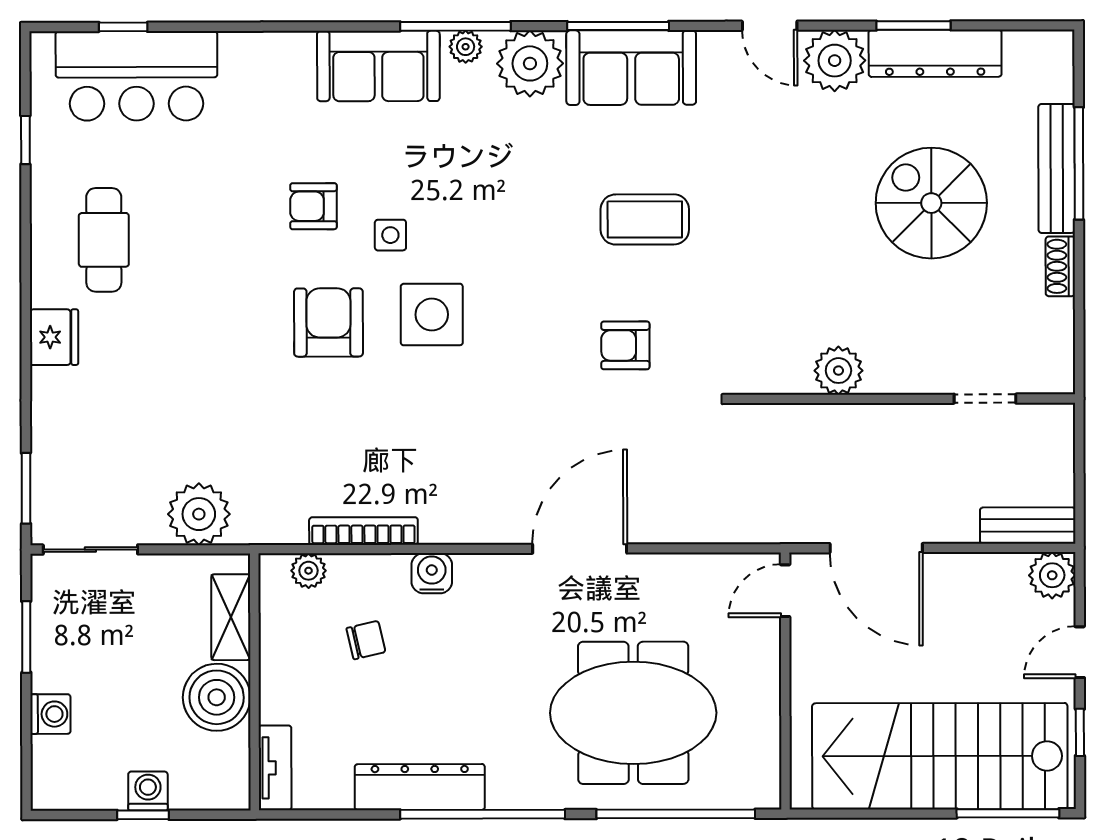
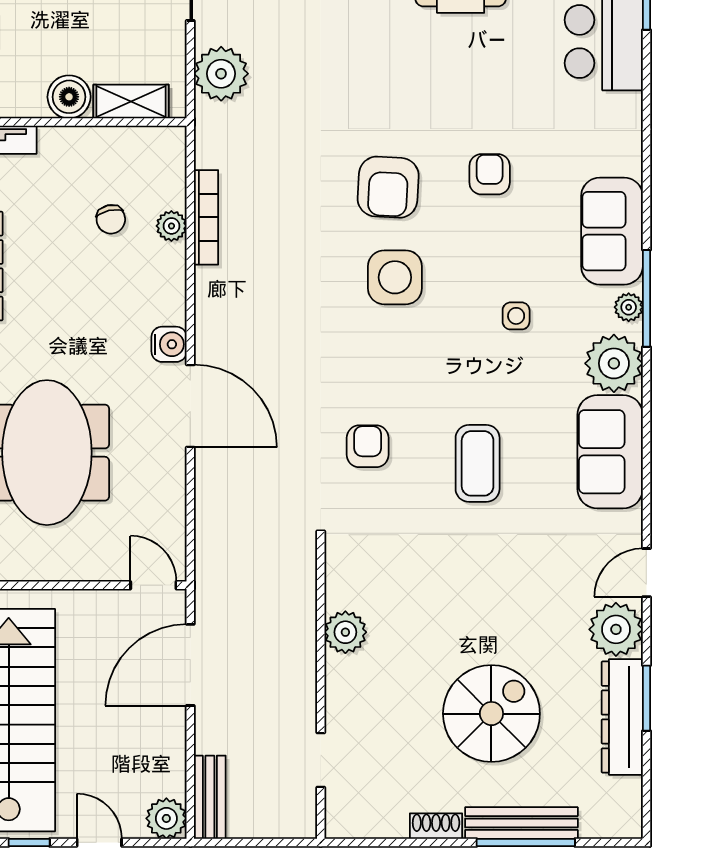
window: (618, 26) -> (646, 440), removed
side table: (390, 235) -> (516, 316), moved
armchair: (328, 322) -> (388, 187), turned 93
plant: (309, 571) -> (171, 226), moved
water cooler: (432, 573) -> (169, 344), moved
boiler: (217, 697) -> (69, 97), width x0.73, depth x0.73

